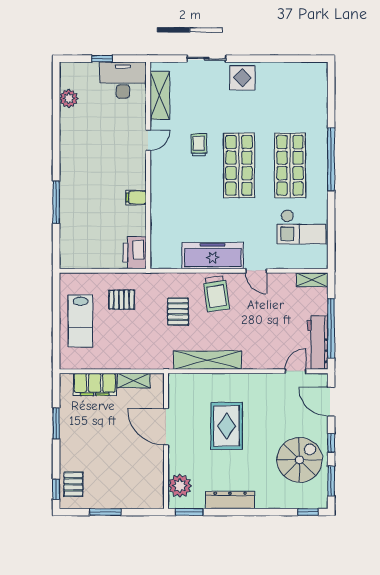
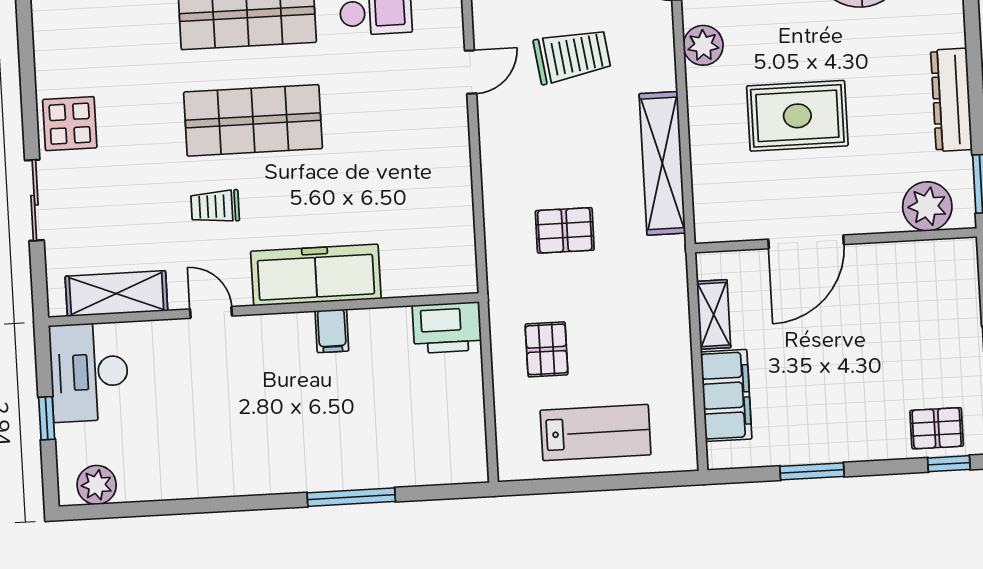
plant: (69, 98) -> (97, 485), moved
freezer: (213, 256) -> (316, 275), moved, turned 90
trolley: (216, 294) -> (572, 56), moved
plant: (263, 383) -> (703, 45), added

